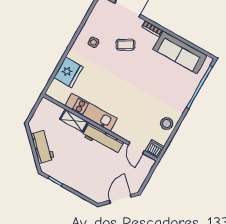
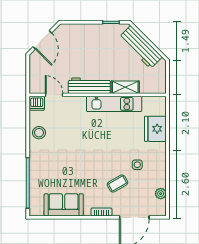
plant: (94, 16) -> (161, 194), added
side table: (93, 42) -> (137, 165), moved
sofa: (180, 52) -> (64, 205), width x0.73
workbench: (42, 147) -> (141, 47), width x1.38

